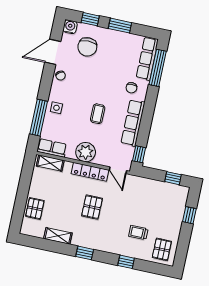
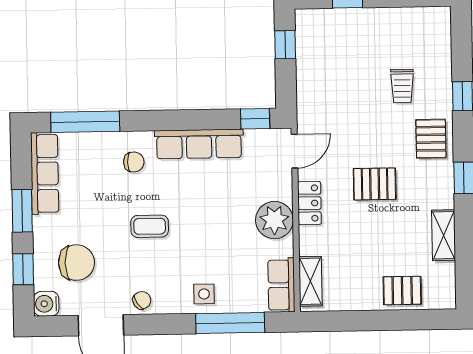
row of seats: (147, 59) -> (45, 173), moved, turned -90
coffee table: (98, 114) -> (150, 226), moved
locker: (90, 172) -> (309, 203), width x0.66
pallet: (162, 249) -> (431, 139), moved, turned 90

